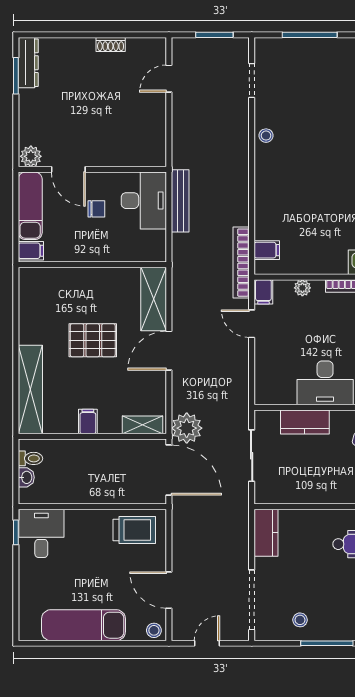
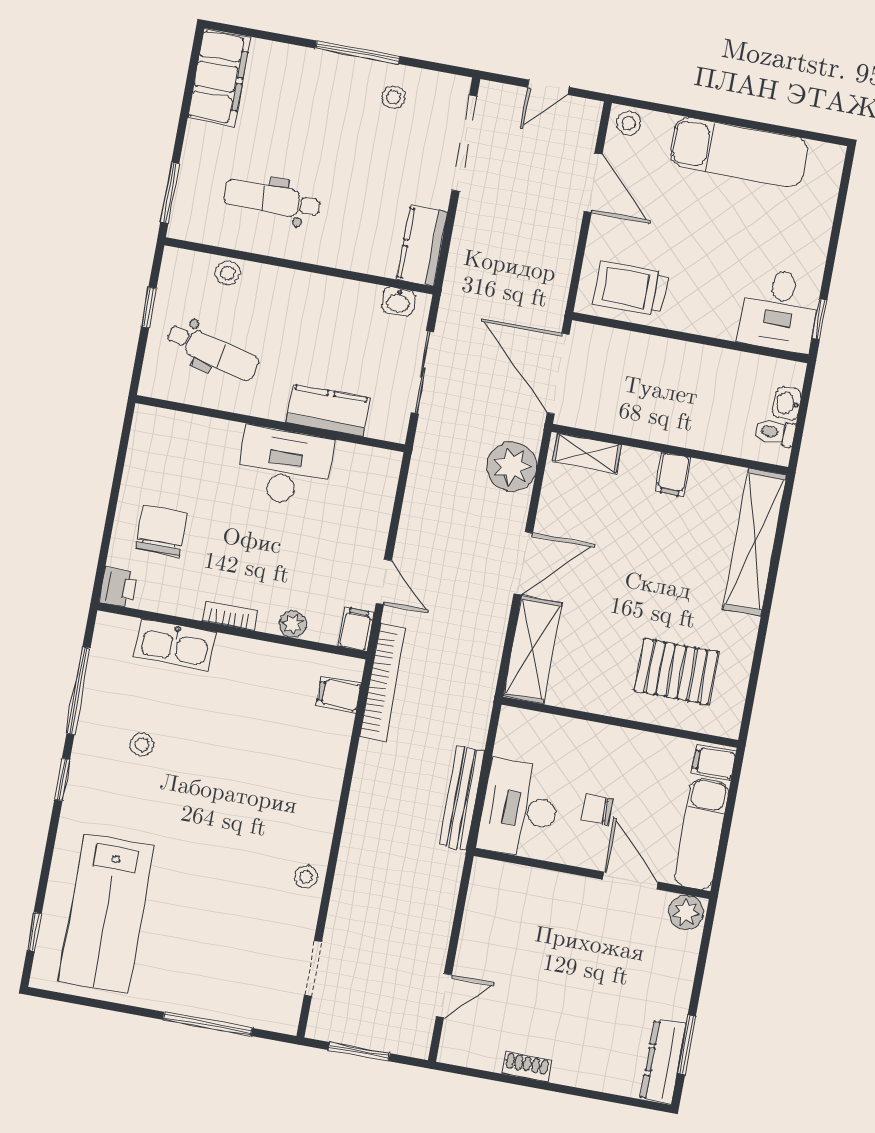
pallet: (93, 340) -> (676, 671), moved
plant: (187, 428) -> (512, 467), moved
washbasin: (274, 496) -> (398, 301), added

